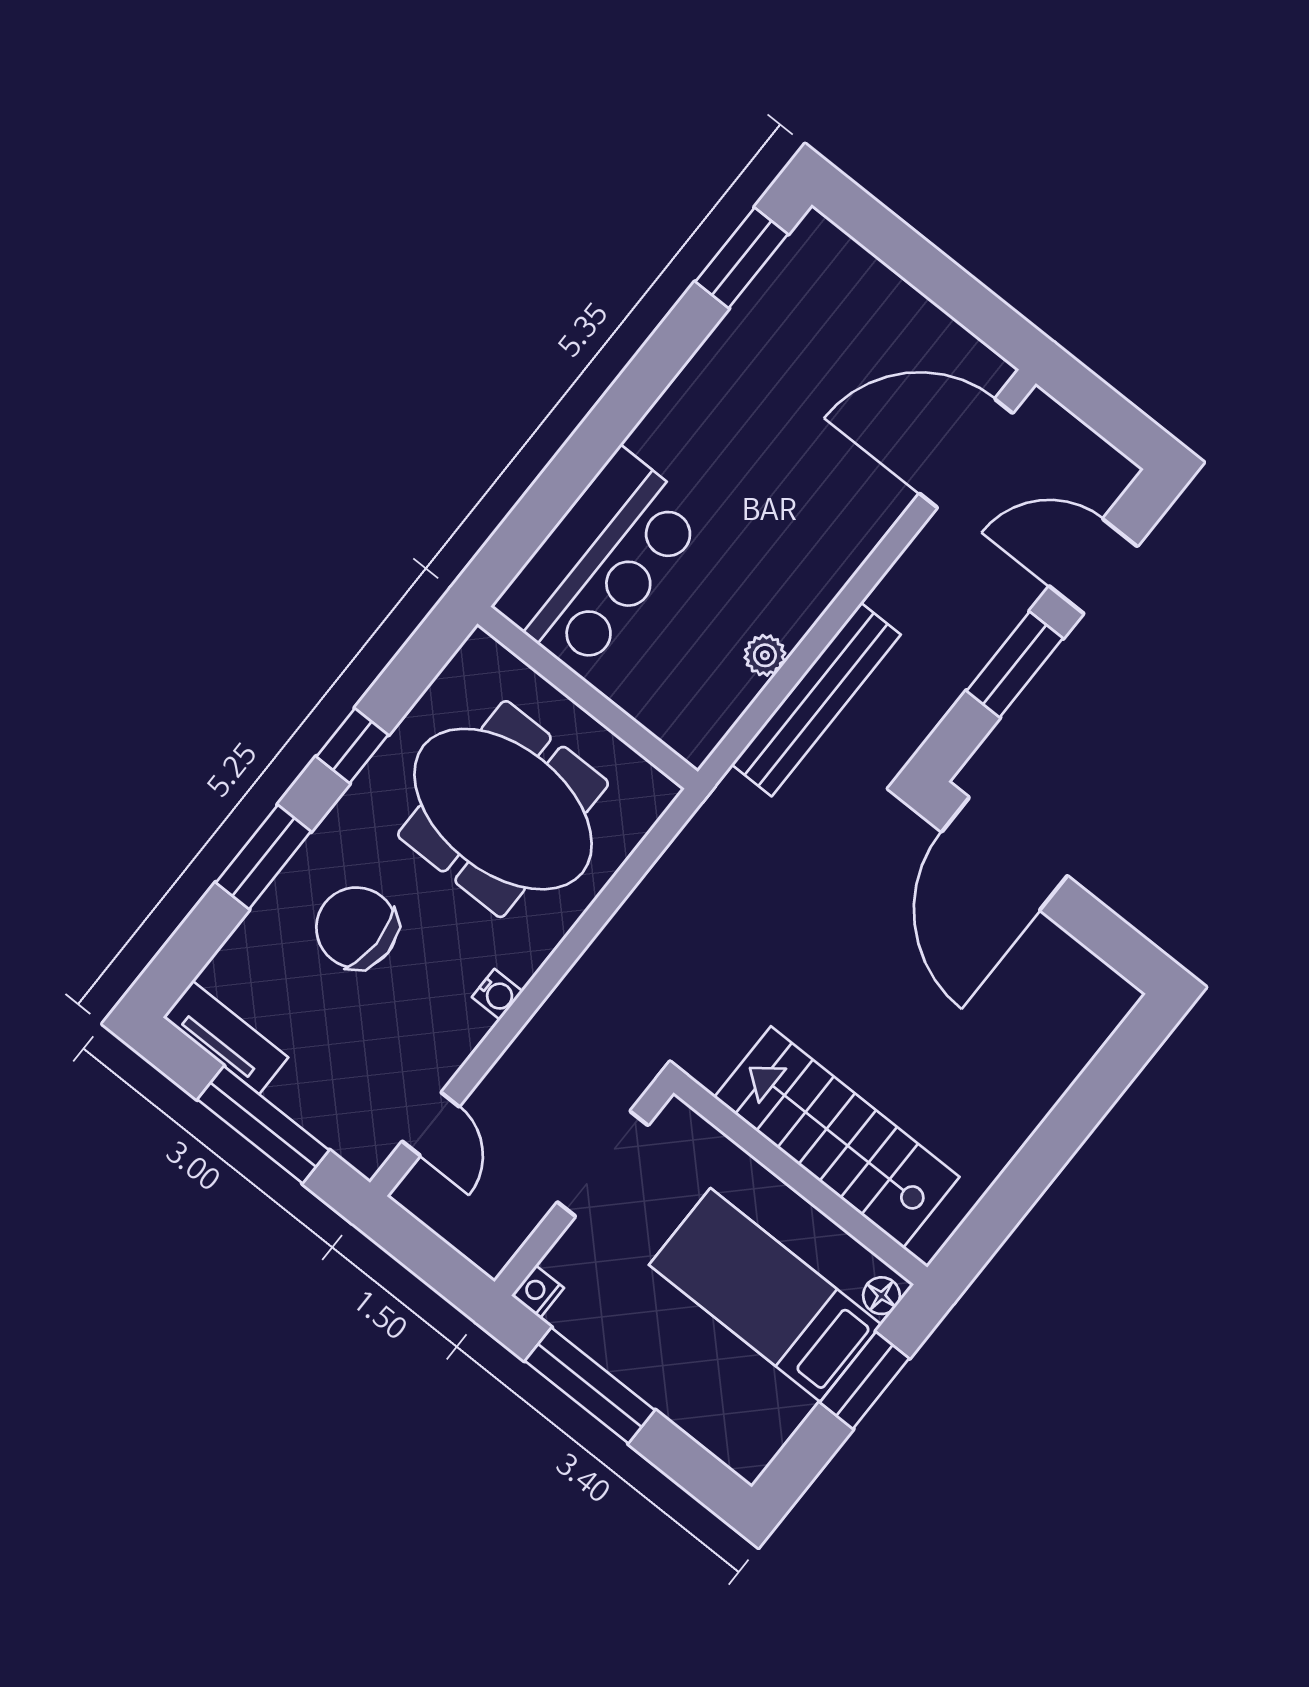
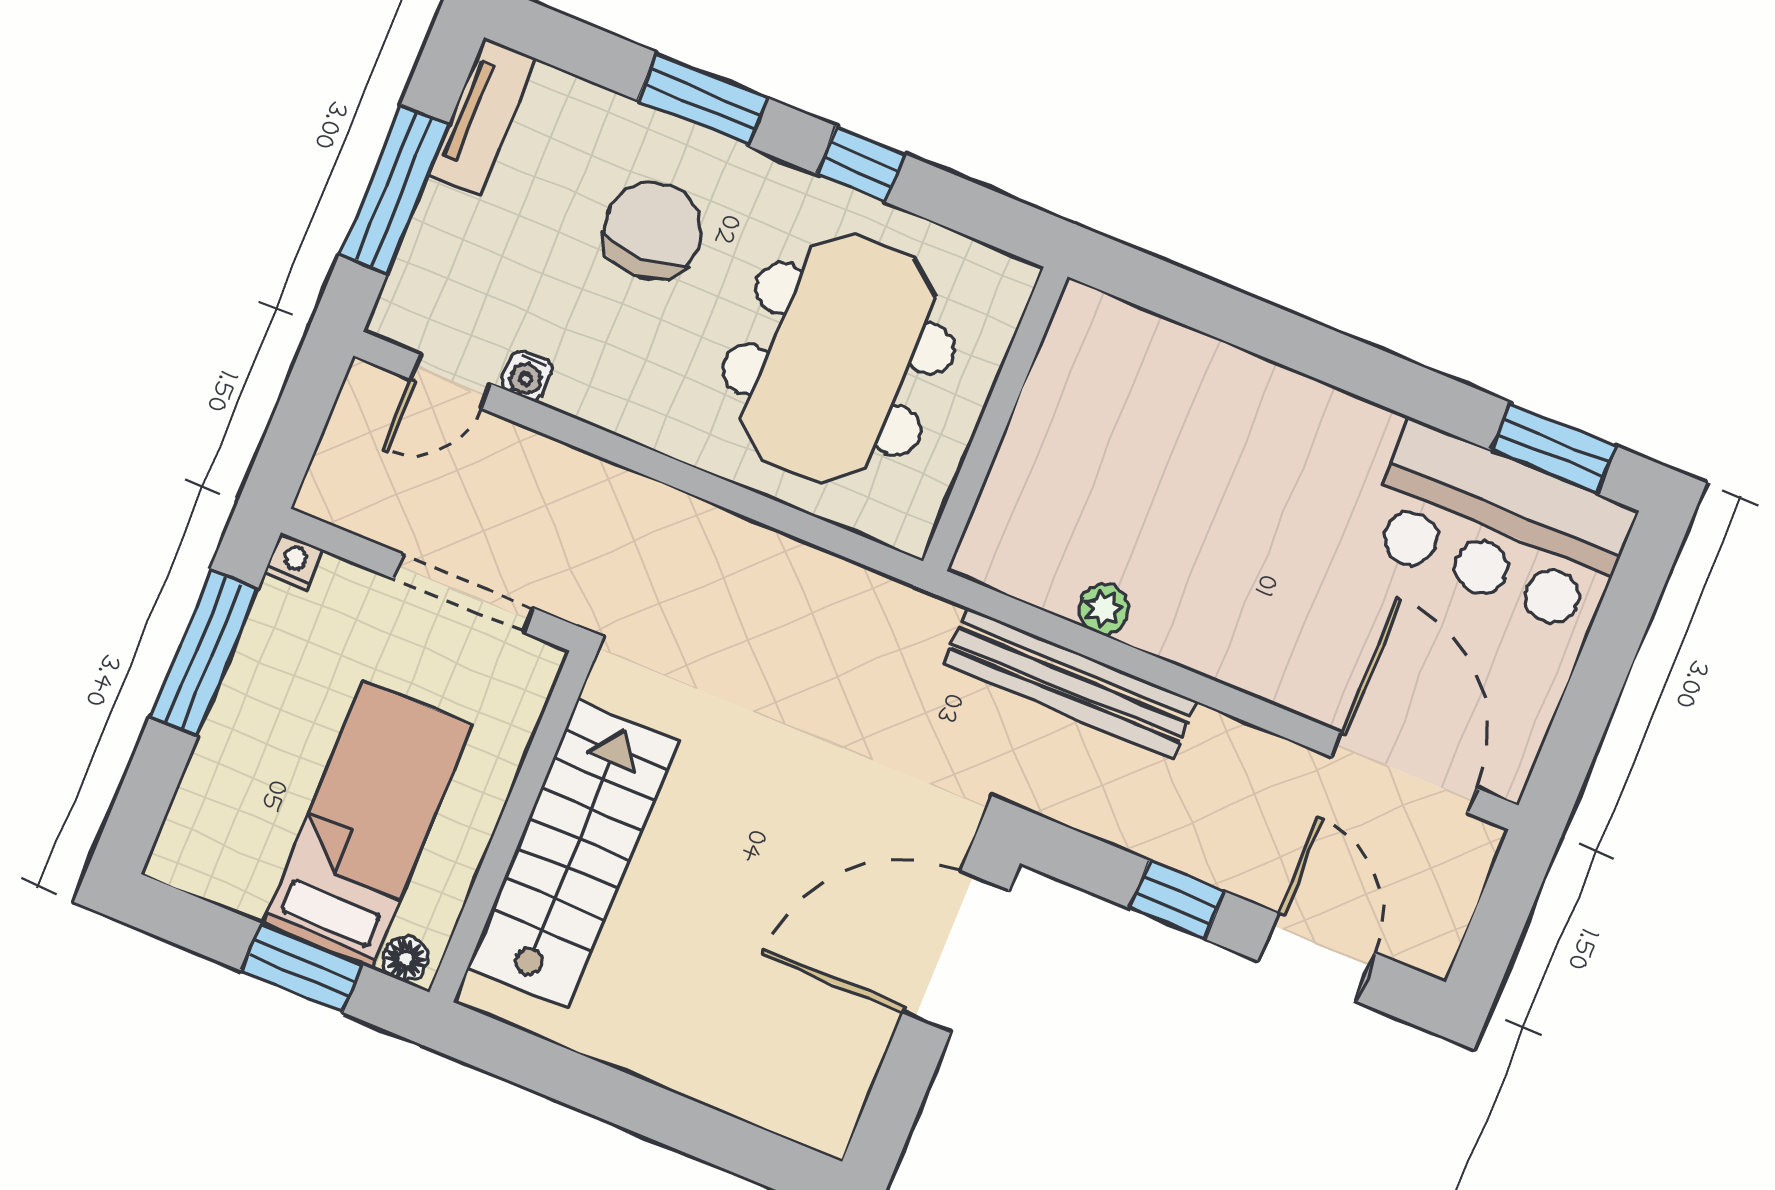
bar counter: (600, 561) -> (1498, 528), moved
window: (1015, 665) -> (1177, 900), width x0.67
water cooler: (497, 994) -> (527, 375), moved

